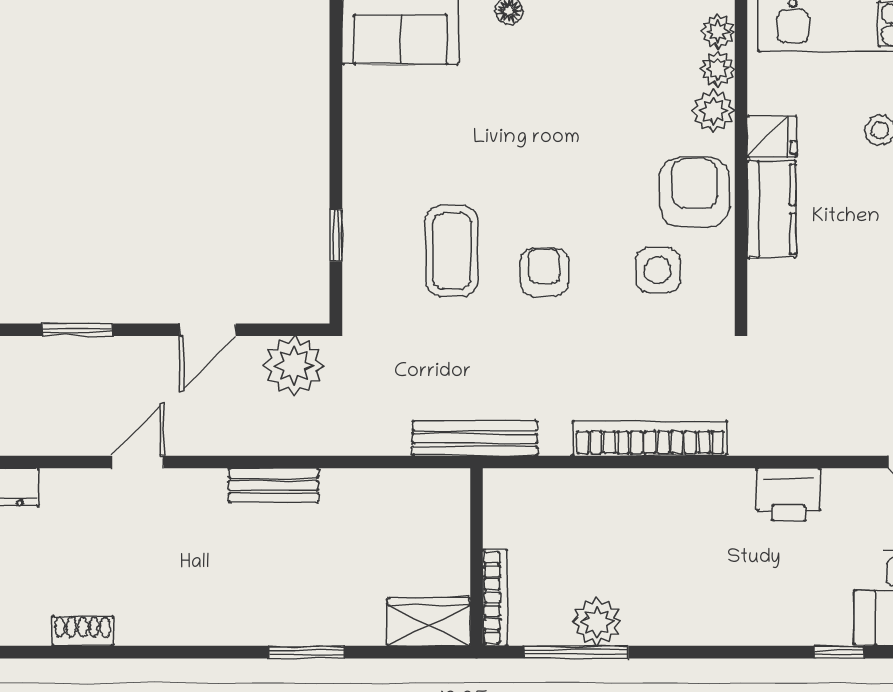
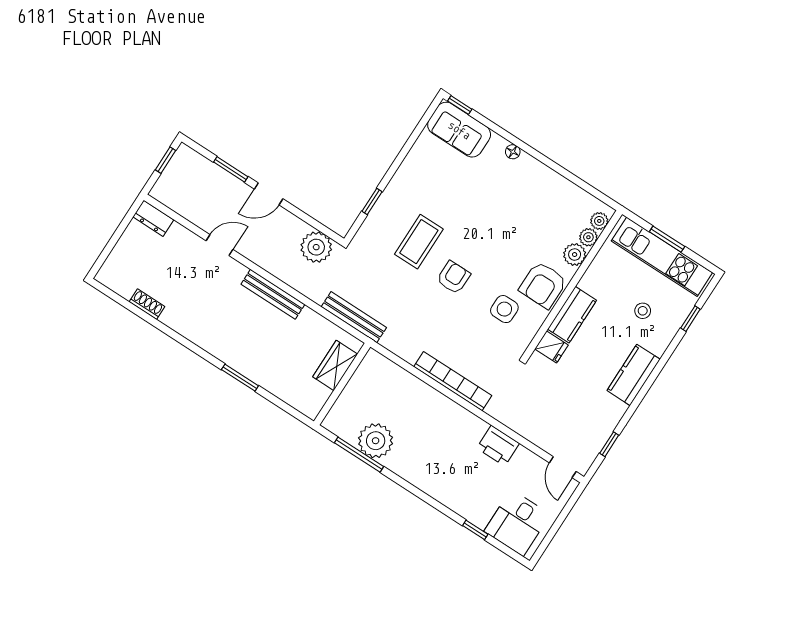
fridge: (772, 137) -> (551, 347), moved
armchair: (694, 192) -> (543, 285), turned 180
door: (208, 330) -> (269, 194), moved
bench: (475, 438) -> (354, 317), moved
bench: (274, 485) -> (273, 294), width x1.36
bookcase: (495, 598) -> (339, 407), removed
wardrobe: (429, 622) -> (335, 365), moved, turned -90
plant: (597, 622) -> (376, 441), width x1.36, depth x1.36

